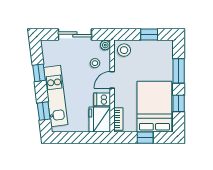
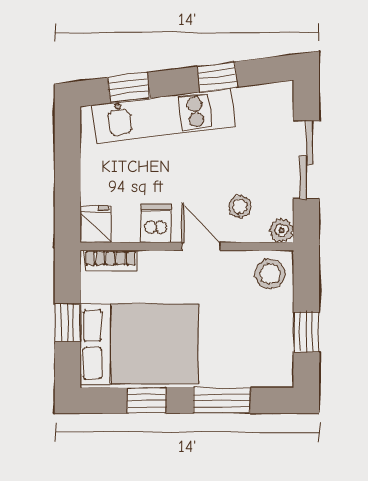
fridge: (100, 120) -> (96, 224), width x0.53, depth x0.75

